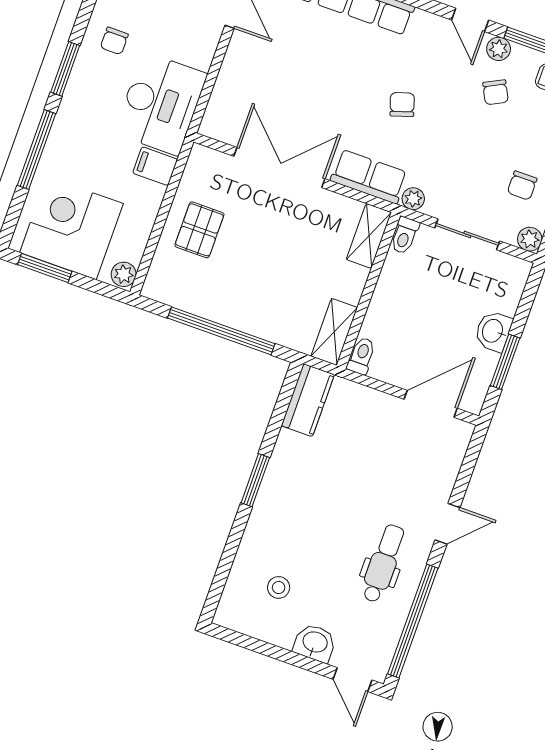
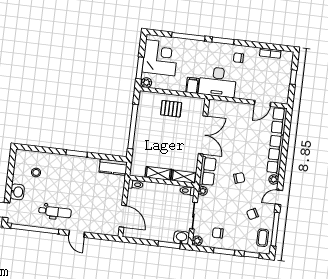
plant: (499, 49) -> (274, 179), moved
window: (45, 268) -> (140, 68), moved
washbasin: (493, 331) -> (181, 238), moved
shelving: (334, 332) -> (158, 173), moved
window: (505, 362) -> (169, 245), moved

